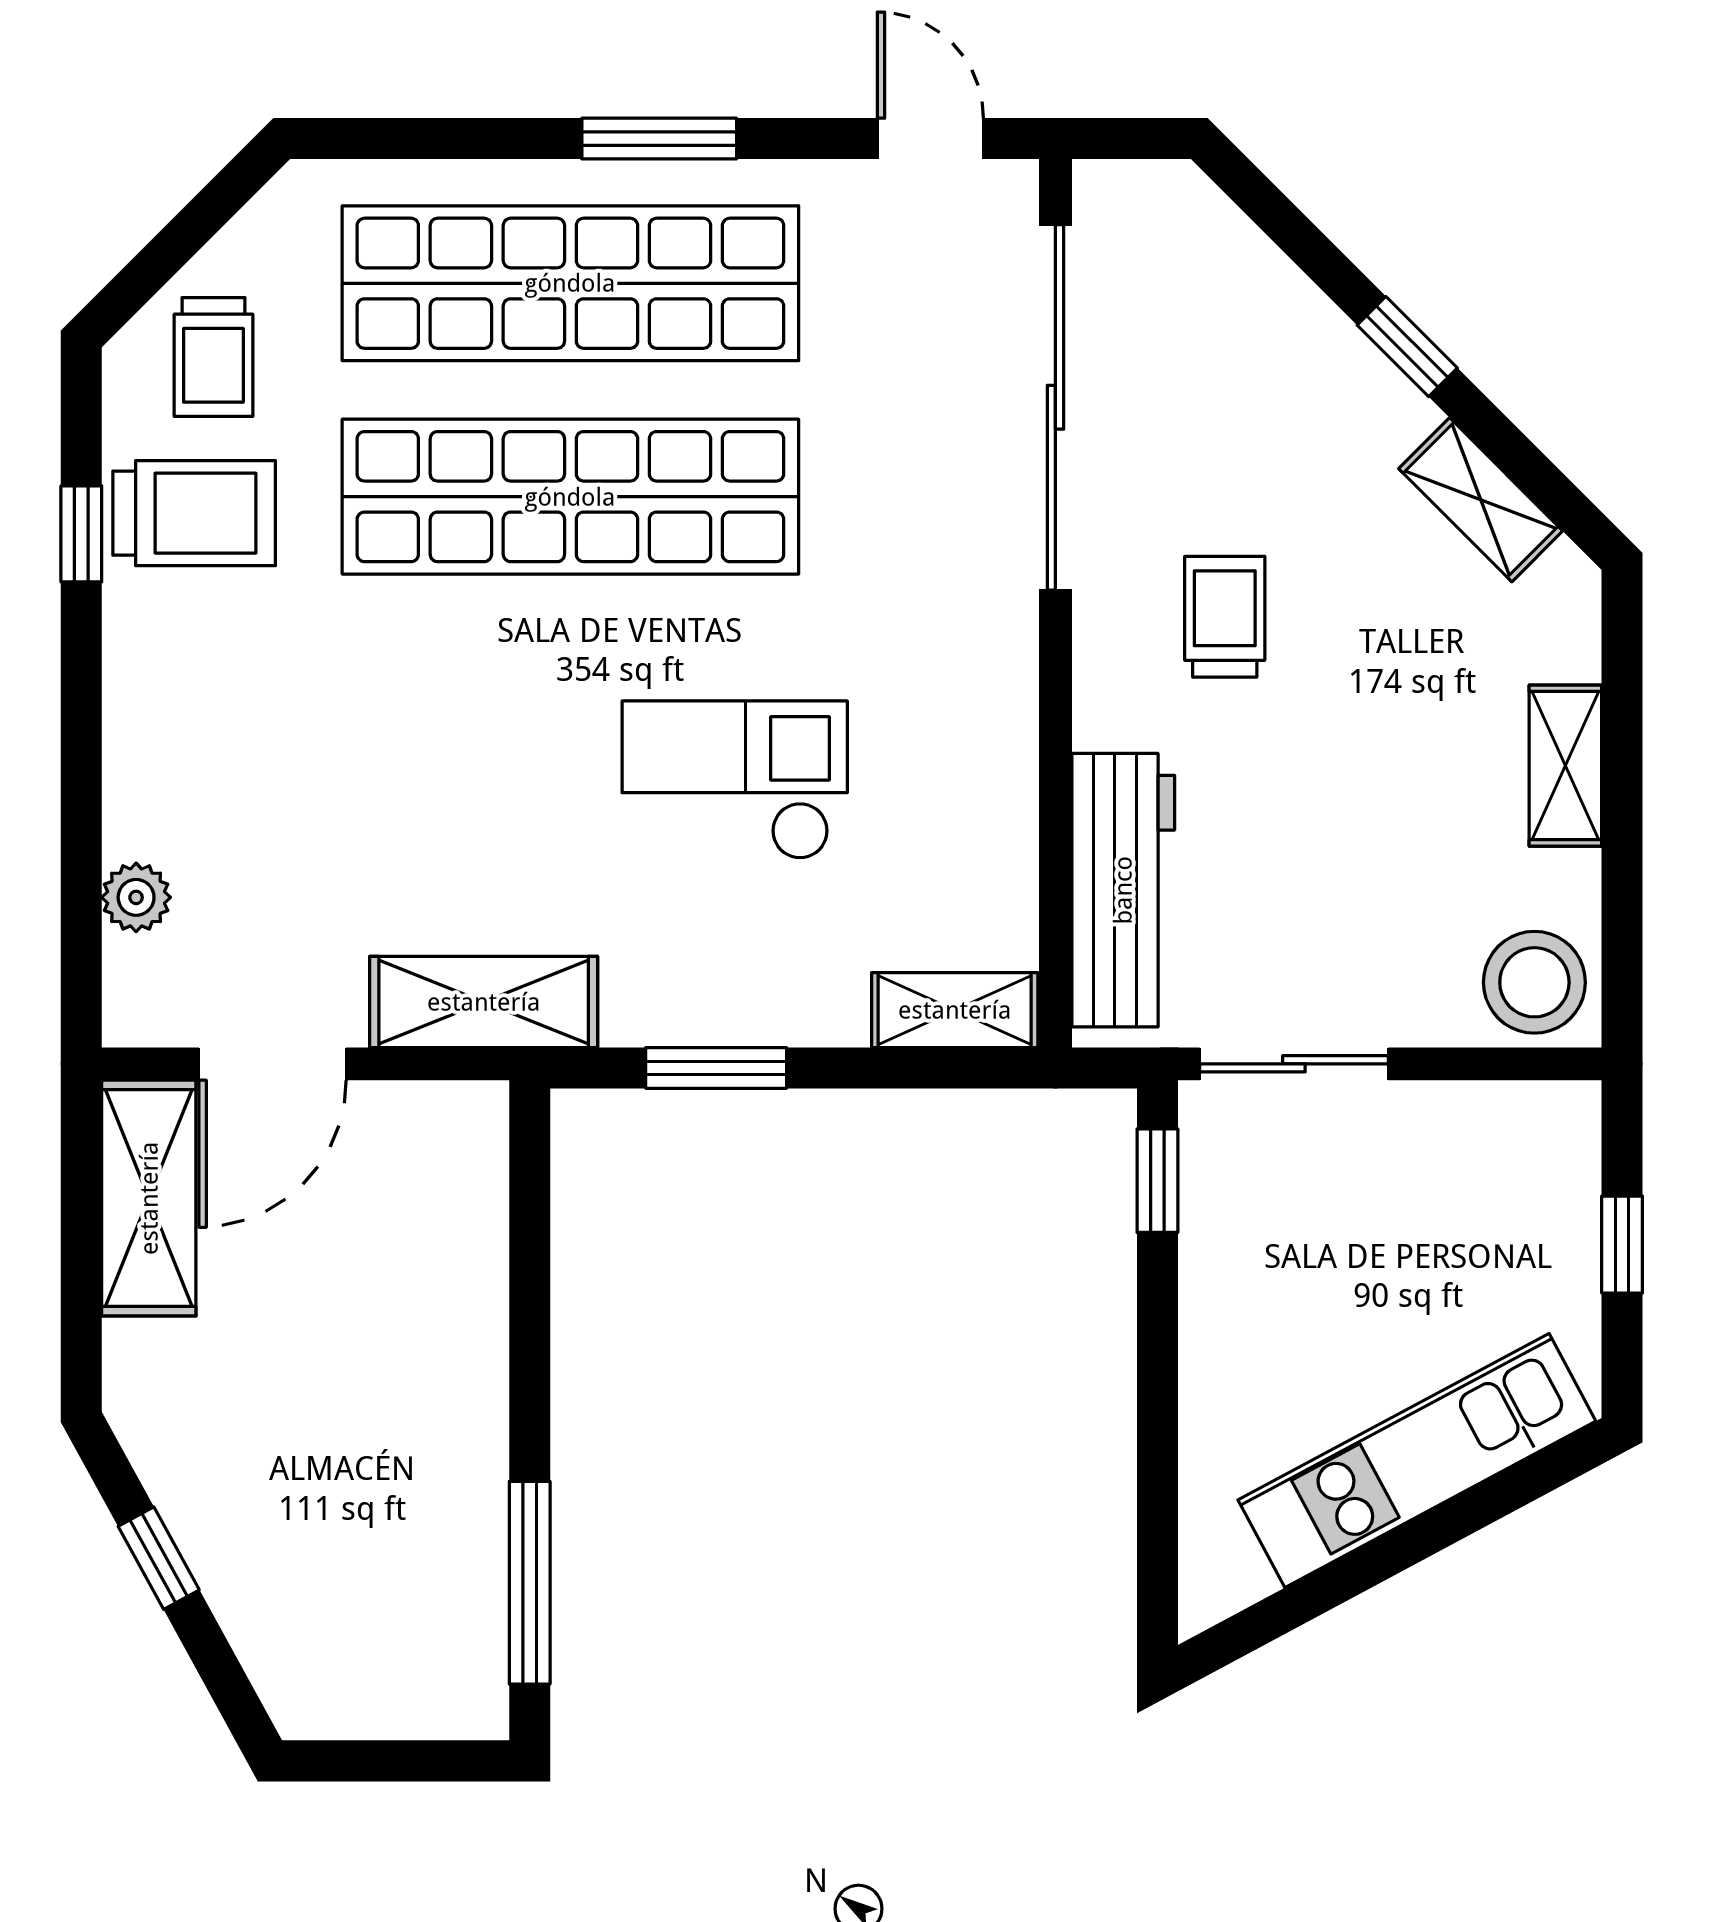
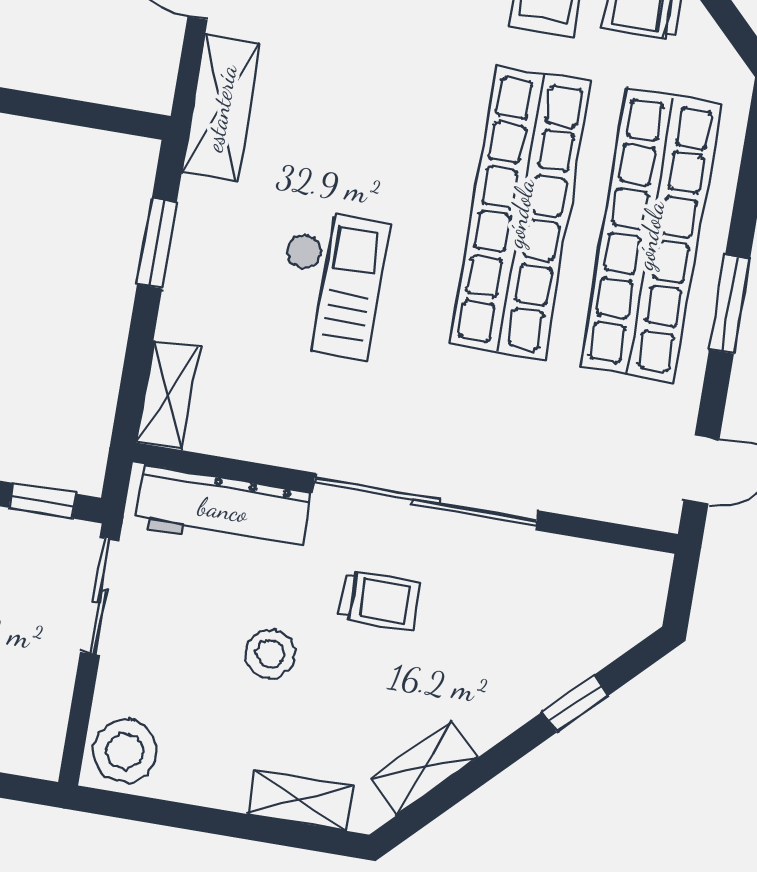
window: (1407, 347) -> (575, 704), moved
sliding door: (1055, 407) -> (426, 502), moved
shelving: (1565, 766) -> (300, 800), moved
stool: (1340, 776) -> (270, 654), added

